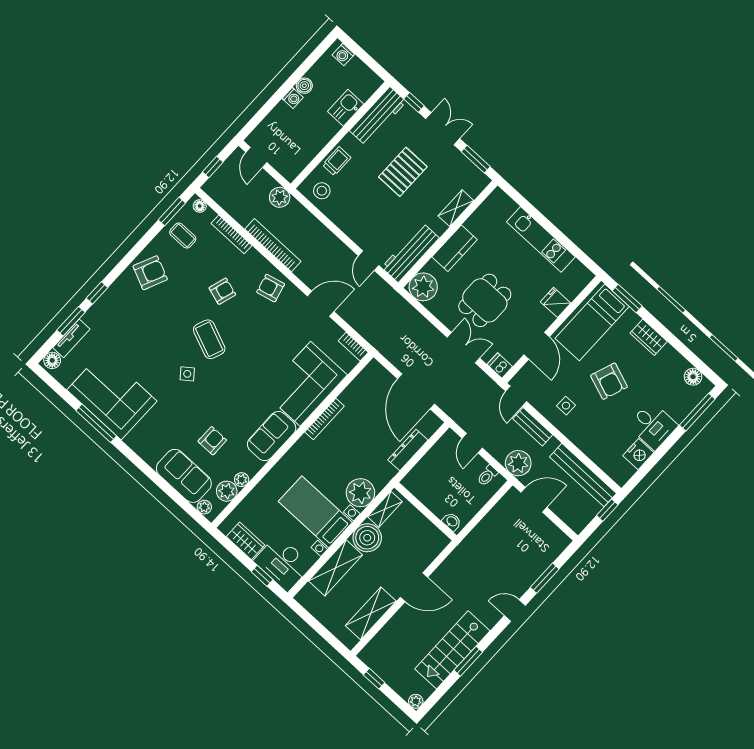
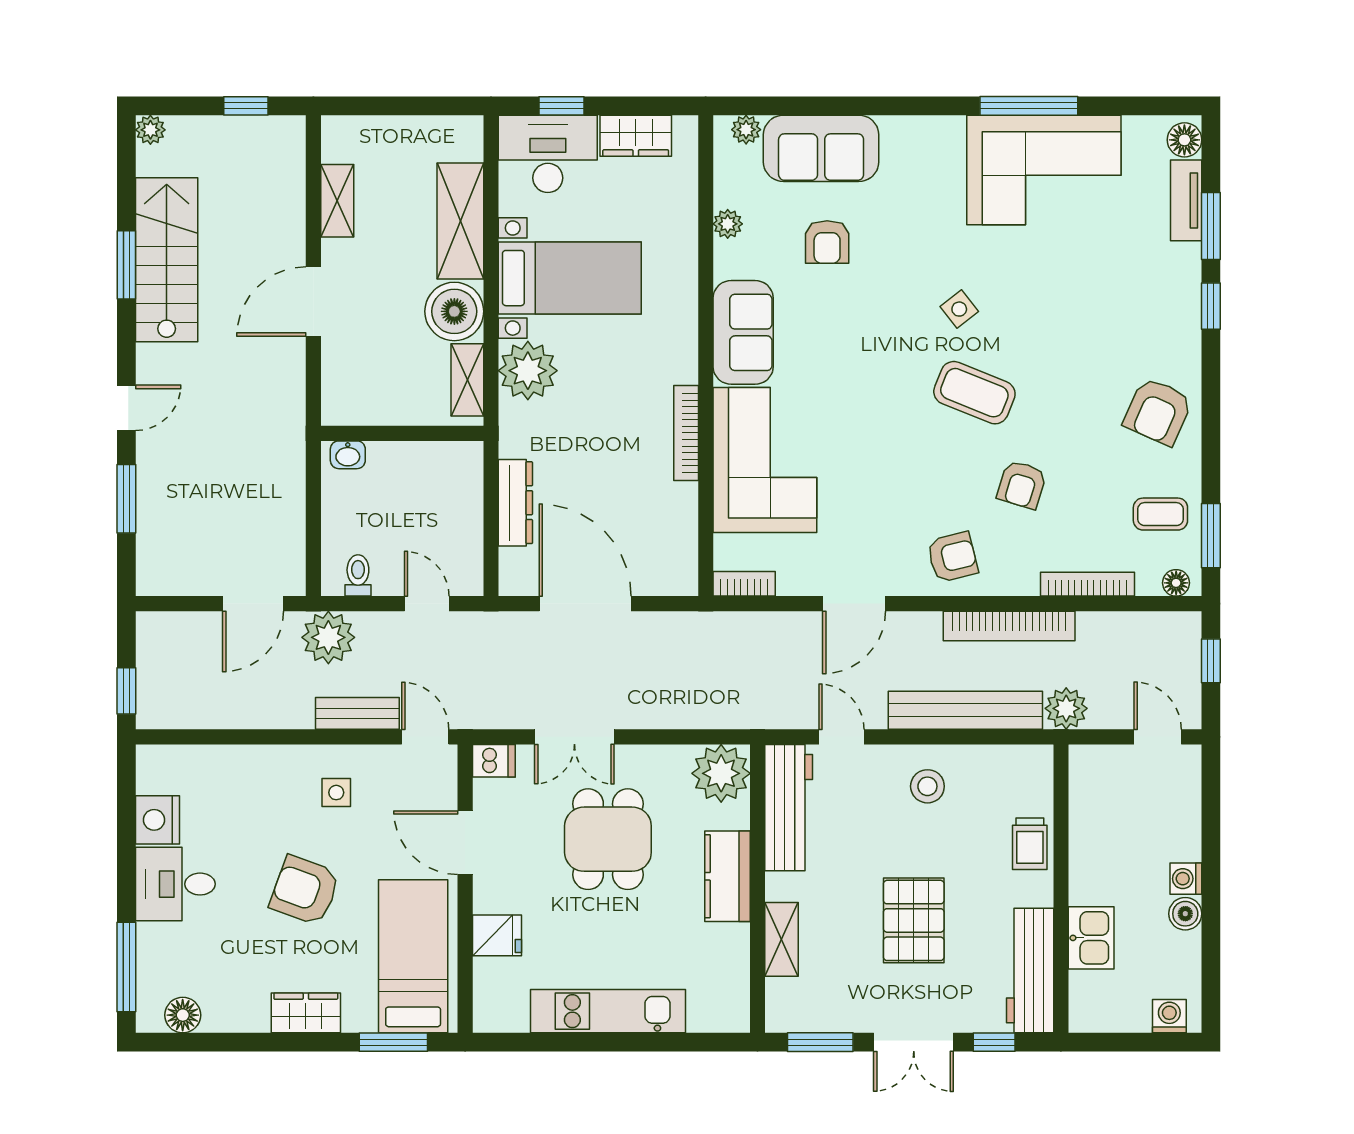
stool: (322, 191) -> (927, 786), moved
bench: (583, 475) -> (965, 710), moved
plant: (227, 491) -> (734, 185), removed
shelving: (371, 613) -> (337, 201), width x0.67, depth x0.75

